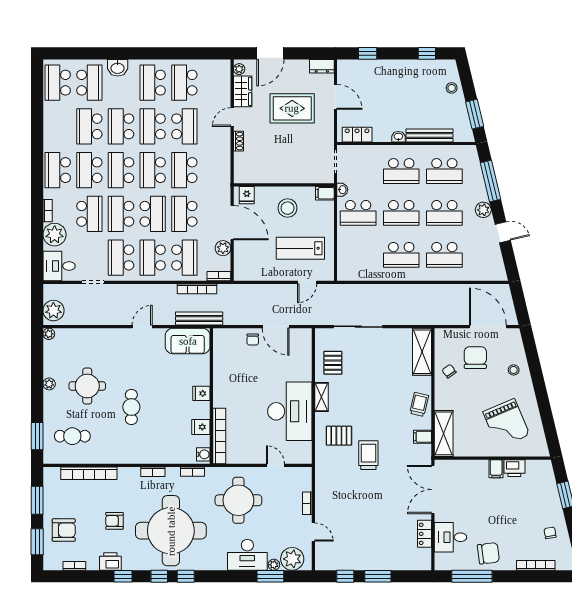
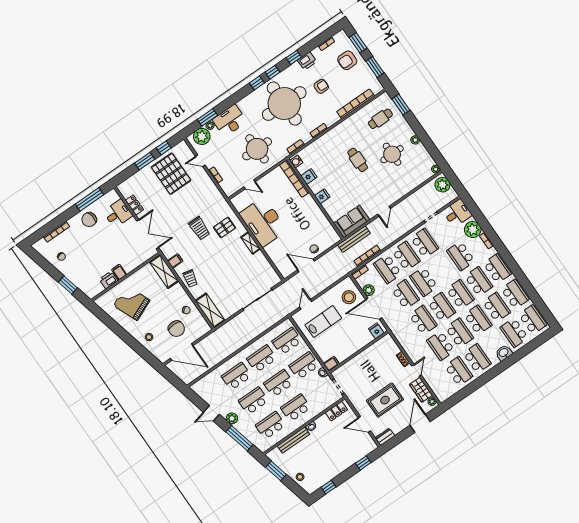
stool: (288, 208) -> (349, 297), moved
school desk: (121, 214) -> (515, 294), moved
school desk: (358, 255) -> (287, 341), added
pallet: (333, 363) -> (171, 174), moved, width x2.05, depth x2.00

